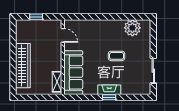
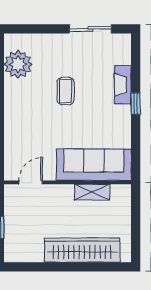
shelving: (57, 82) -> (92, 192), moved
fireplace: (109, 90) -> (123, 85), moved

